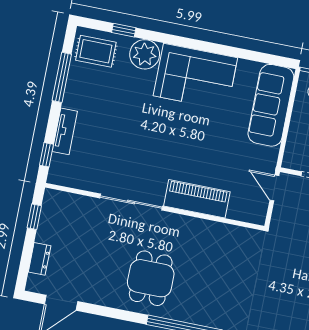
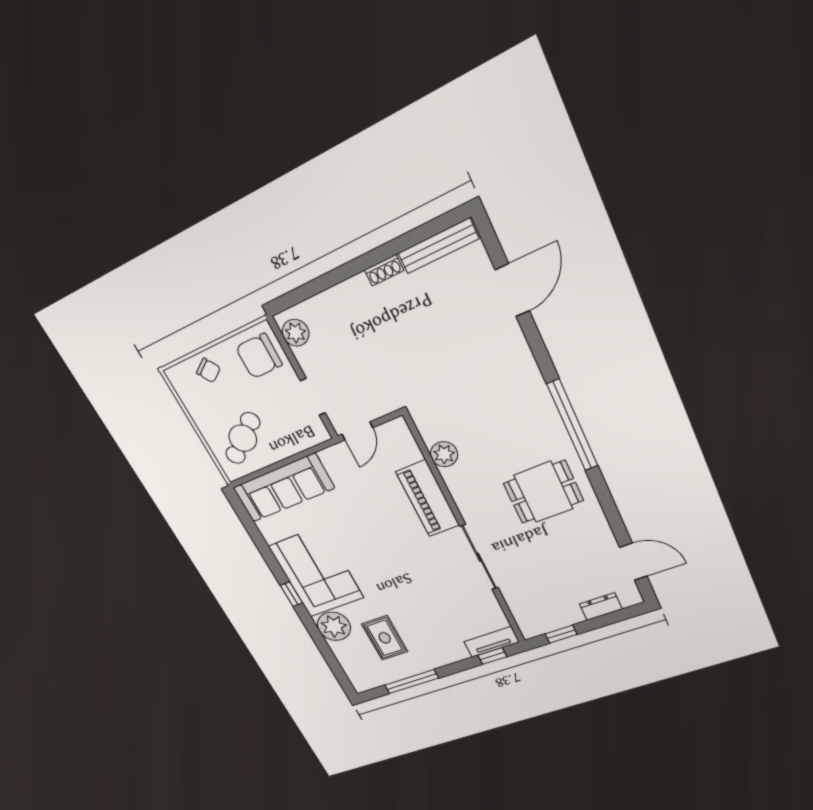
window: (124, 30) -> (291, 594), moved
rug: (96, 51) -> (385, 638), moved
tv unit: (65, 131) -> (491, 642), moved
plant: (220, 233) -> (444, 454), added

